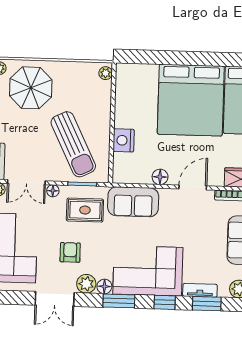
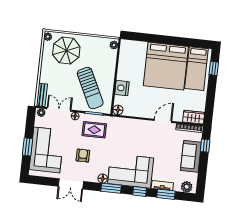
floor lamp: (160, 177) -> (118, 110), moved
double door: (26, 182) -> (59, 109), swing flipped
sofa: (133, 202) -> (125, 127), removed
plant: (86, 284) -> (91, 176), removed

